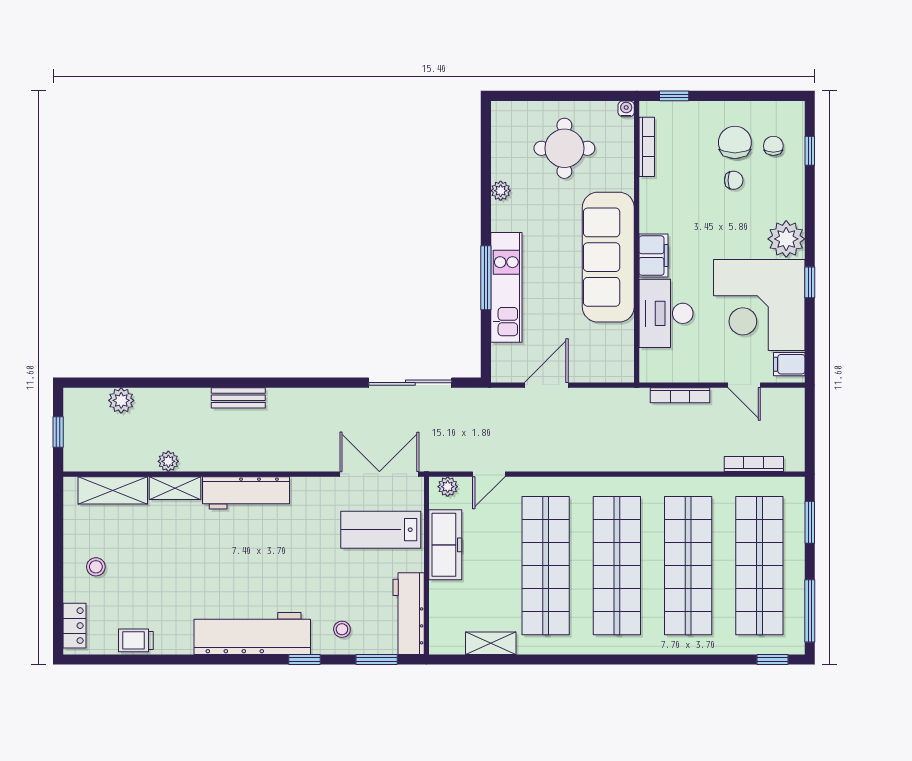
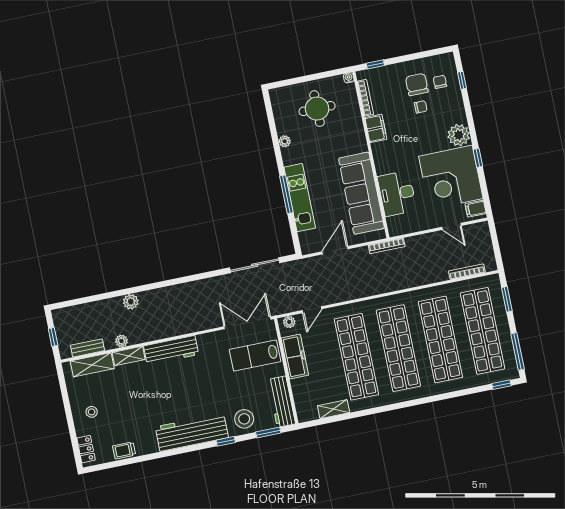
filing cabinet: (653, 256) -> (376, 128), moved
sofa: (608, 257) -> (361, 193), moved
bookcase: (680, 395) -> (387, 246), moved
bench: (238, 398) -> (88, 348), moved
plant: (121, 400) -> (131, 302), moved
stool: (342, 629) -> (244, 419), width x1.89, depth x1.89

